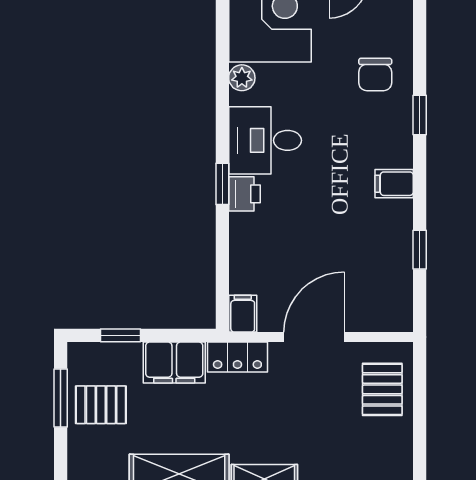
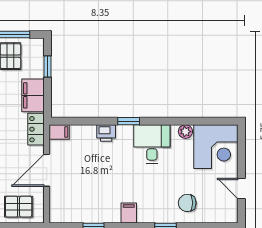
printer: (245, 194) -> (106, 133), moved
door: (314, 337) -> (47, 170), swing flipped

